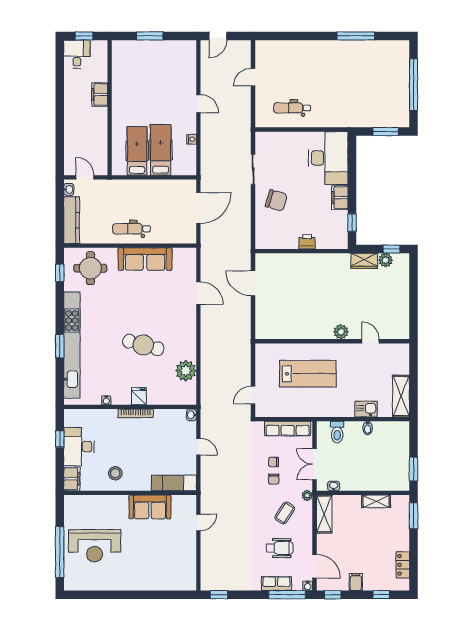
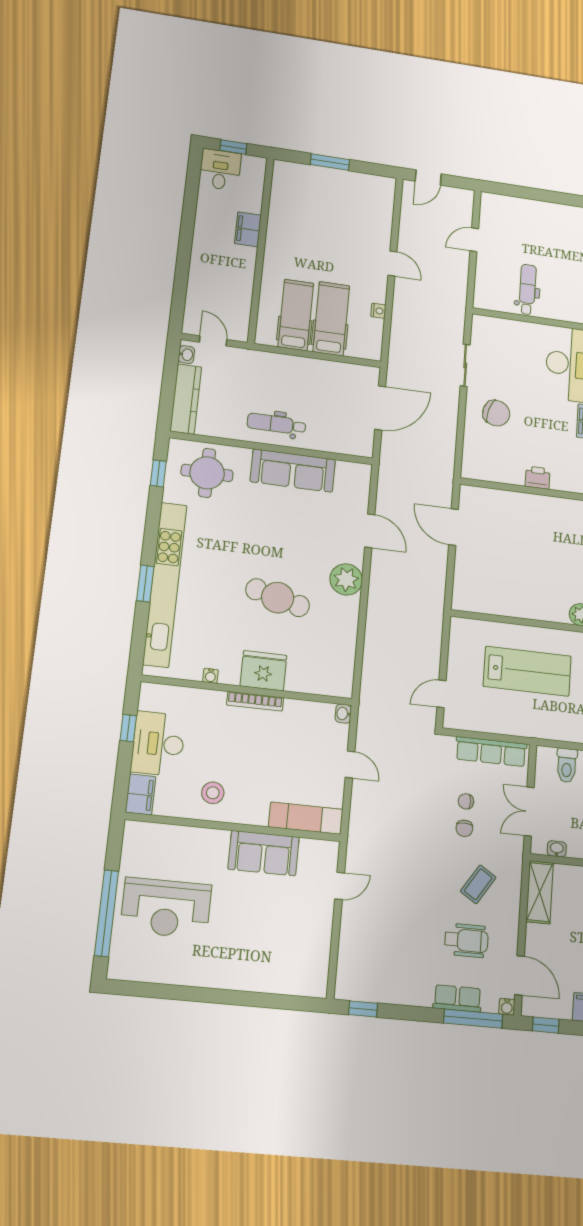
dental chair: (292, 108) -> (527, 289), turned 90
plant: (186, 371) -> (346, 579), moved
fridge: (139, 396) -> (263, 671), width x1.88, depth x1.34
plant: (307, 495) -> (515, 860), removed

